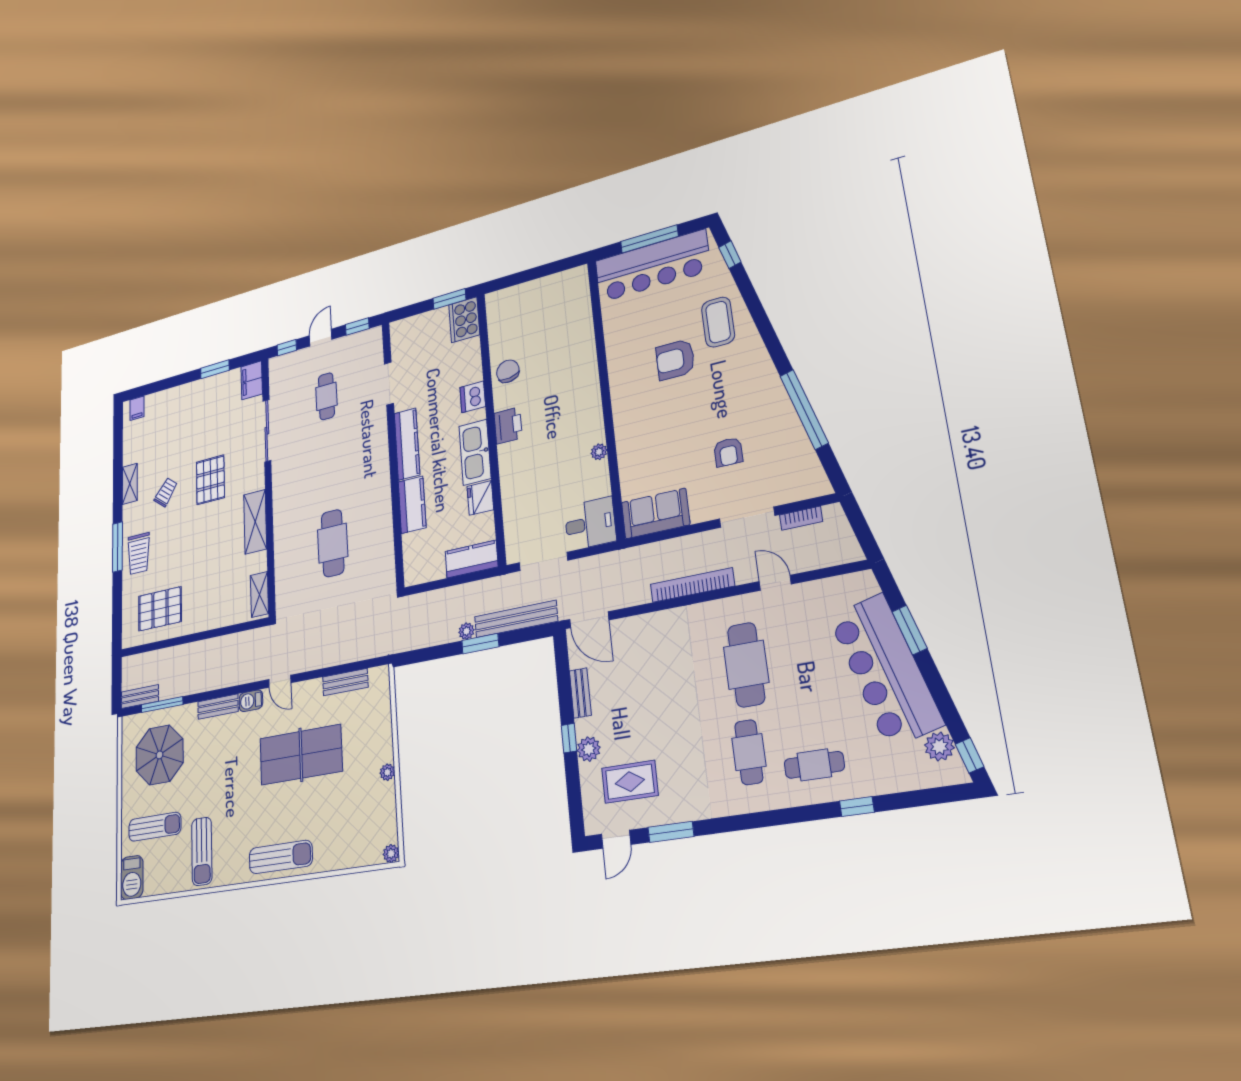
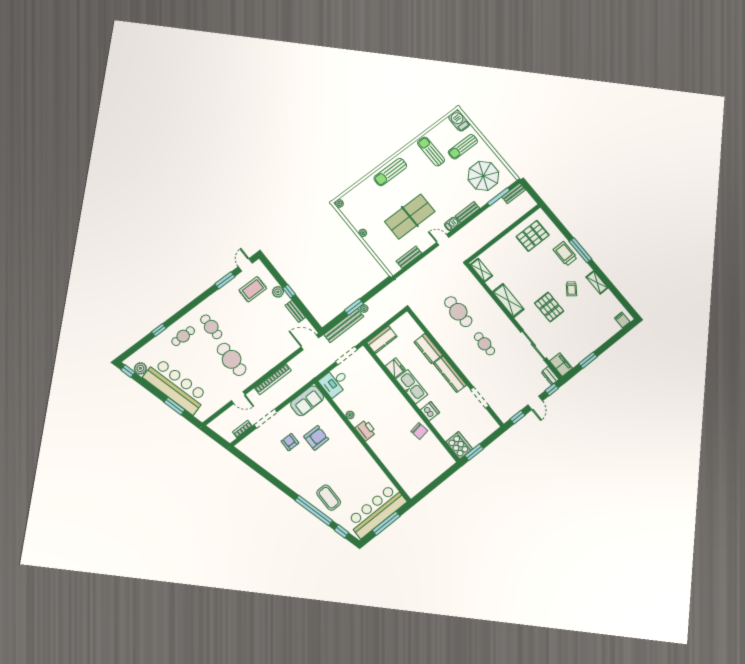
armchair: (675, 360) -> (316, 438), moved
dresser: (276, 370) -> (550, 376), added
cafe table: (326, 396) -> (484, 344), moved
window: (804, 409) -> (314, 510), moved
printer: (508, 426) -> (366, 430), moved, turned 180

